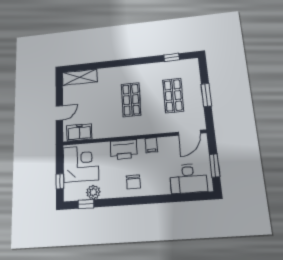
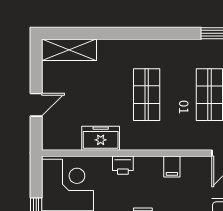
freezer: (79, 132) -> (101, 138), moved
printer: (124, 150) -> (123, 165), width x0.53, depth x0.68

